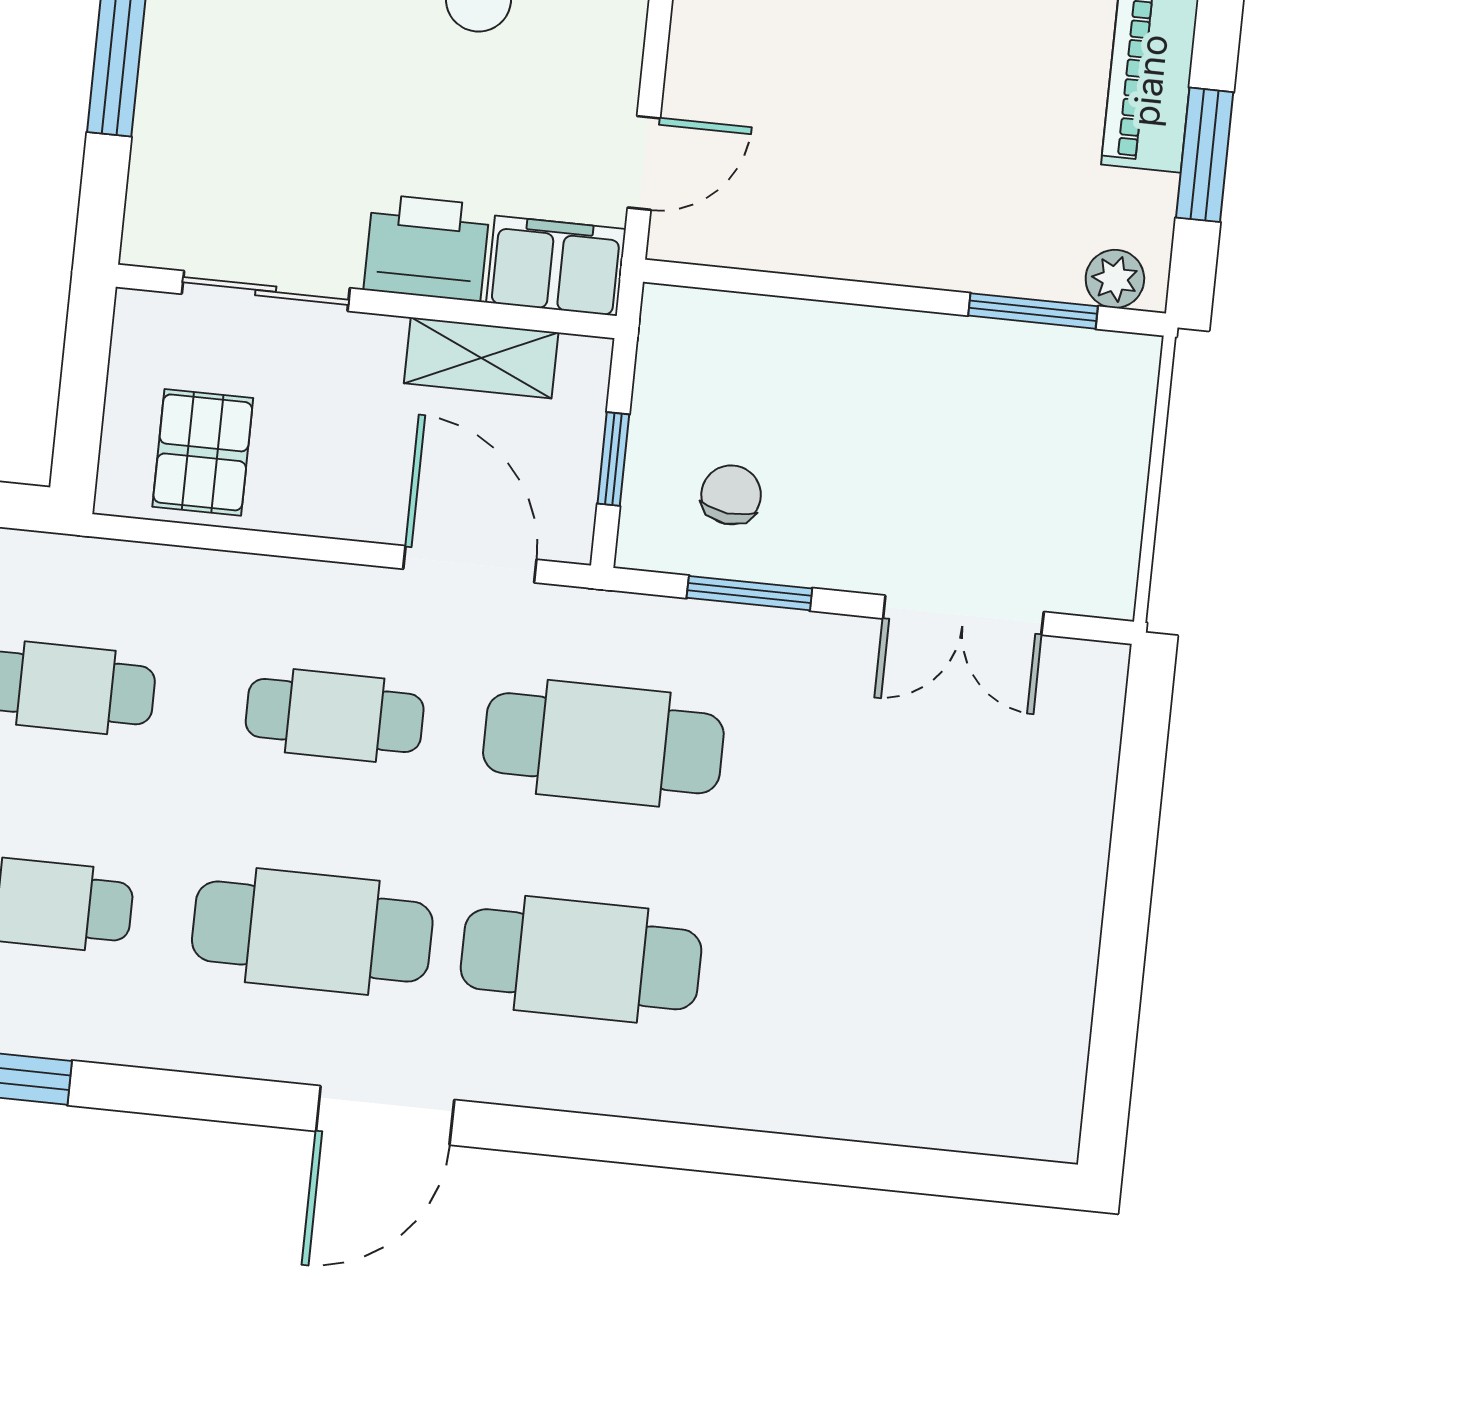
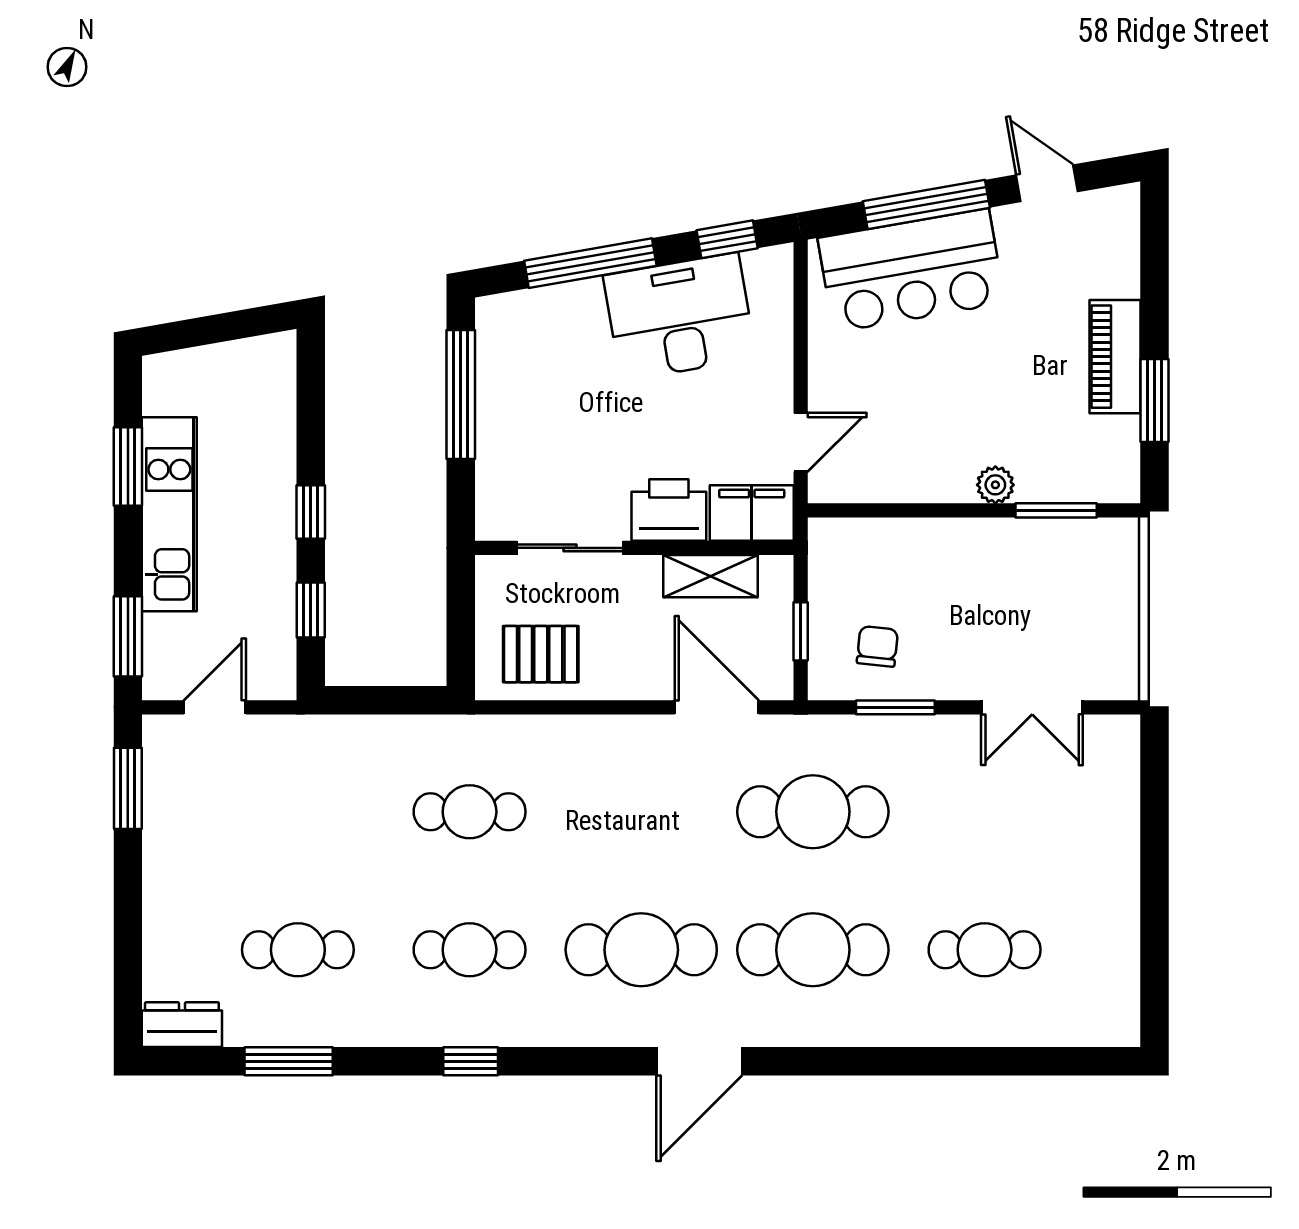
plant: (1115, 279) -> (995, 485), moved
pallet: (203, 452) -> (541, 654), turned 90
cafe table: (335, 716) -> (985, 950), moved

